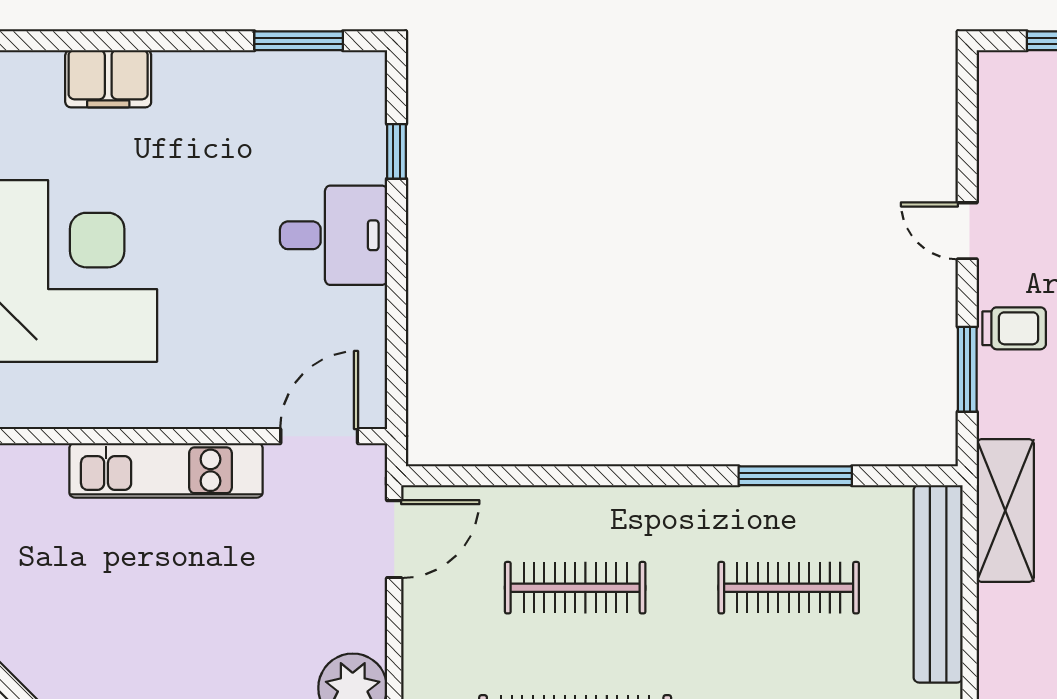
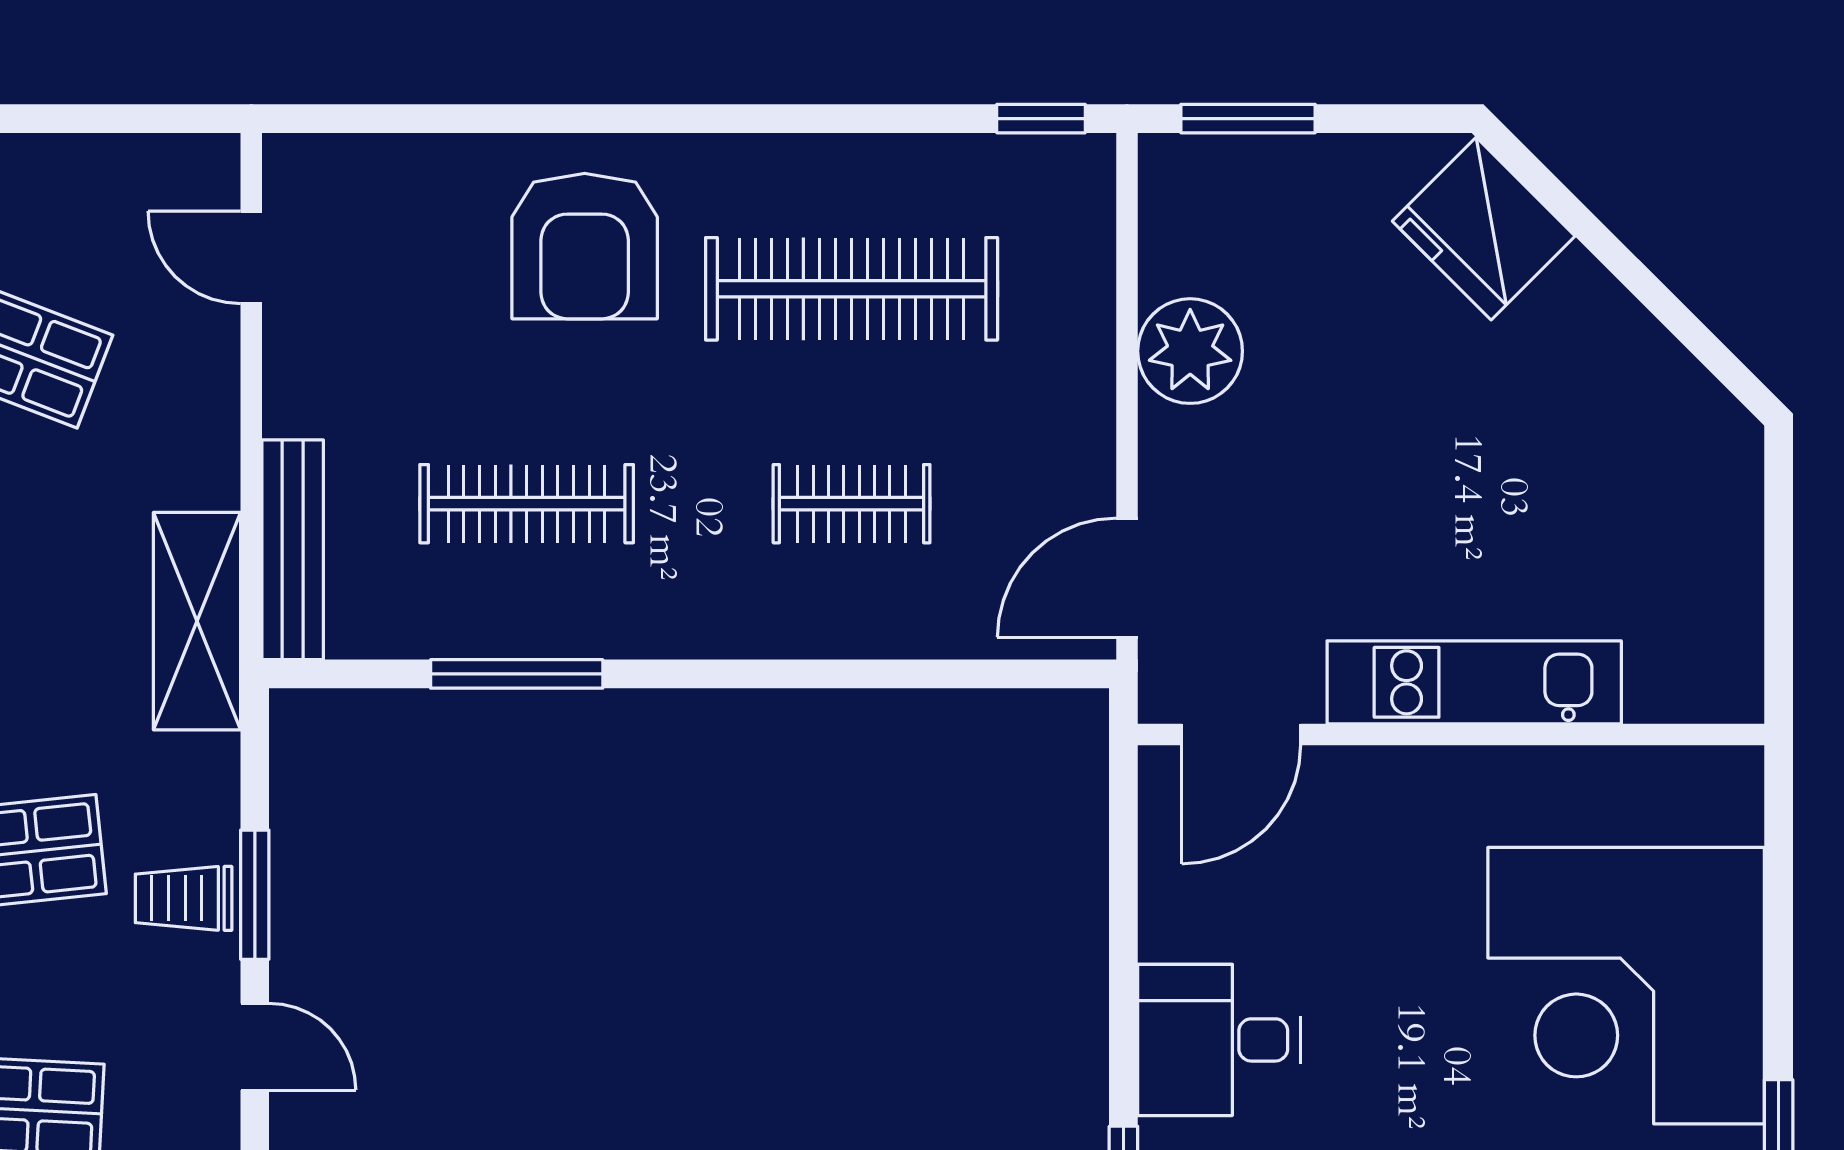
window: (967, 369) -> (255, 895), moved
bench: (938, 584) -> (293, 550), width x0.73, depth x0.82
clothes rail: (575, 588) -> (852, 504), width x0.73

